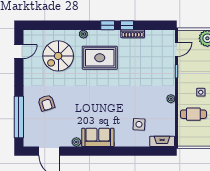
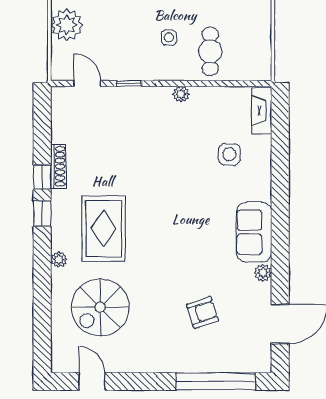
spiral stairs: (58, 56) -> (100, 307), turned 90
armchair: (46, 103) -> (202, 313), moved

